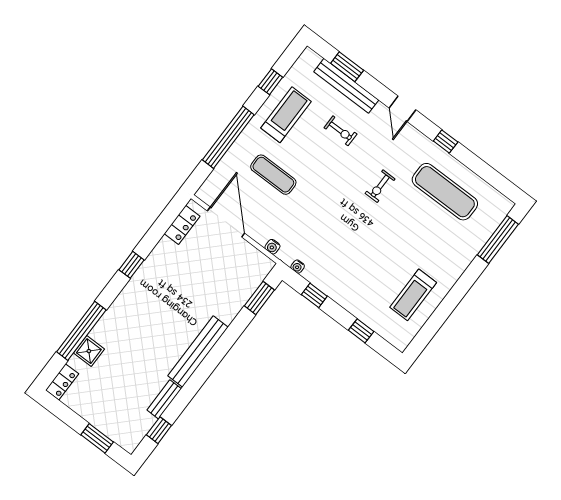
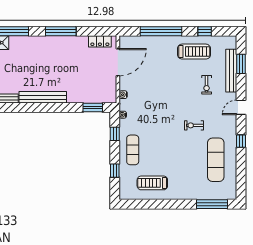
exercise mat: (273, 175) -> (133, 150), moved
window: (131, 265) -> (61, 31), width x2.17

